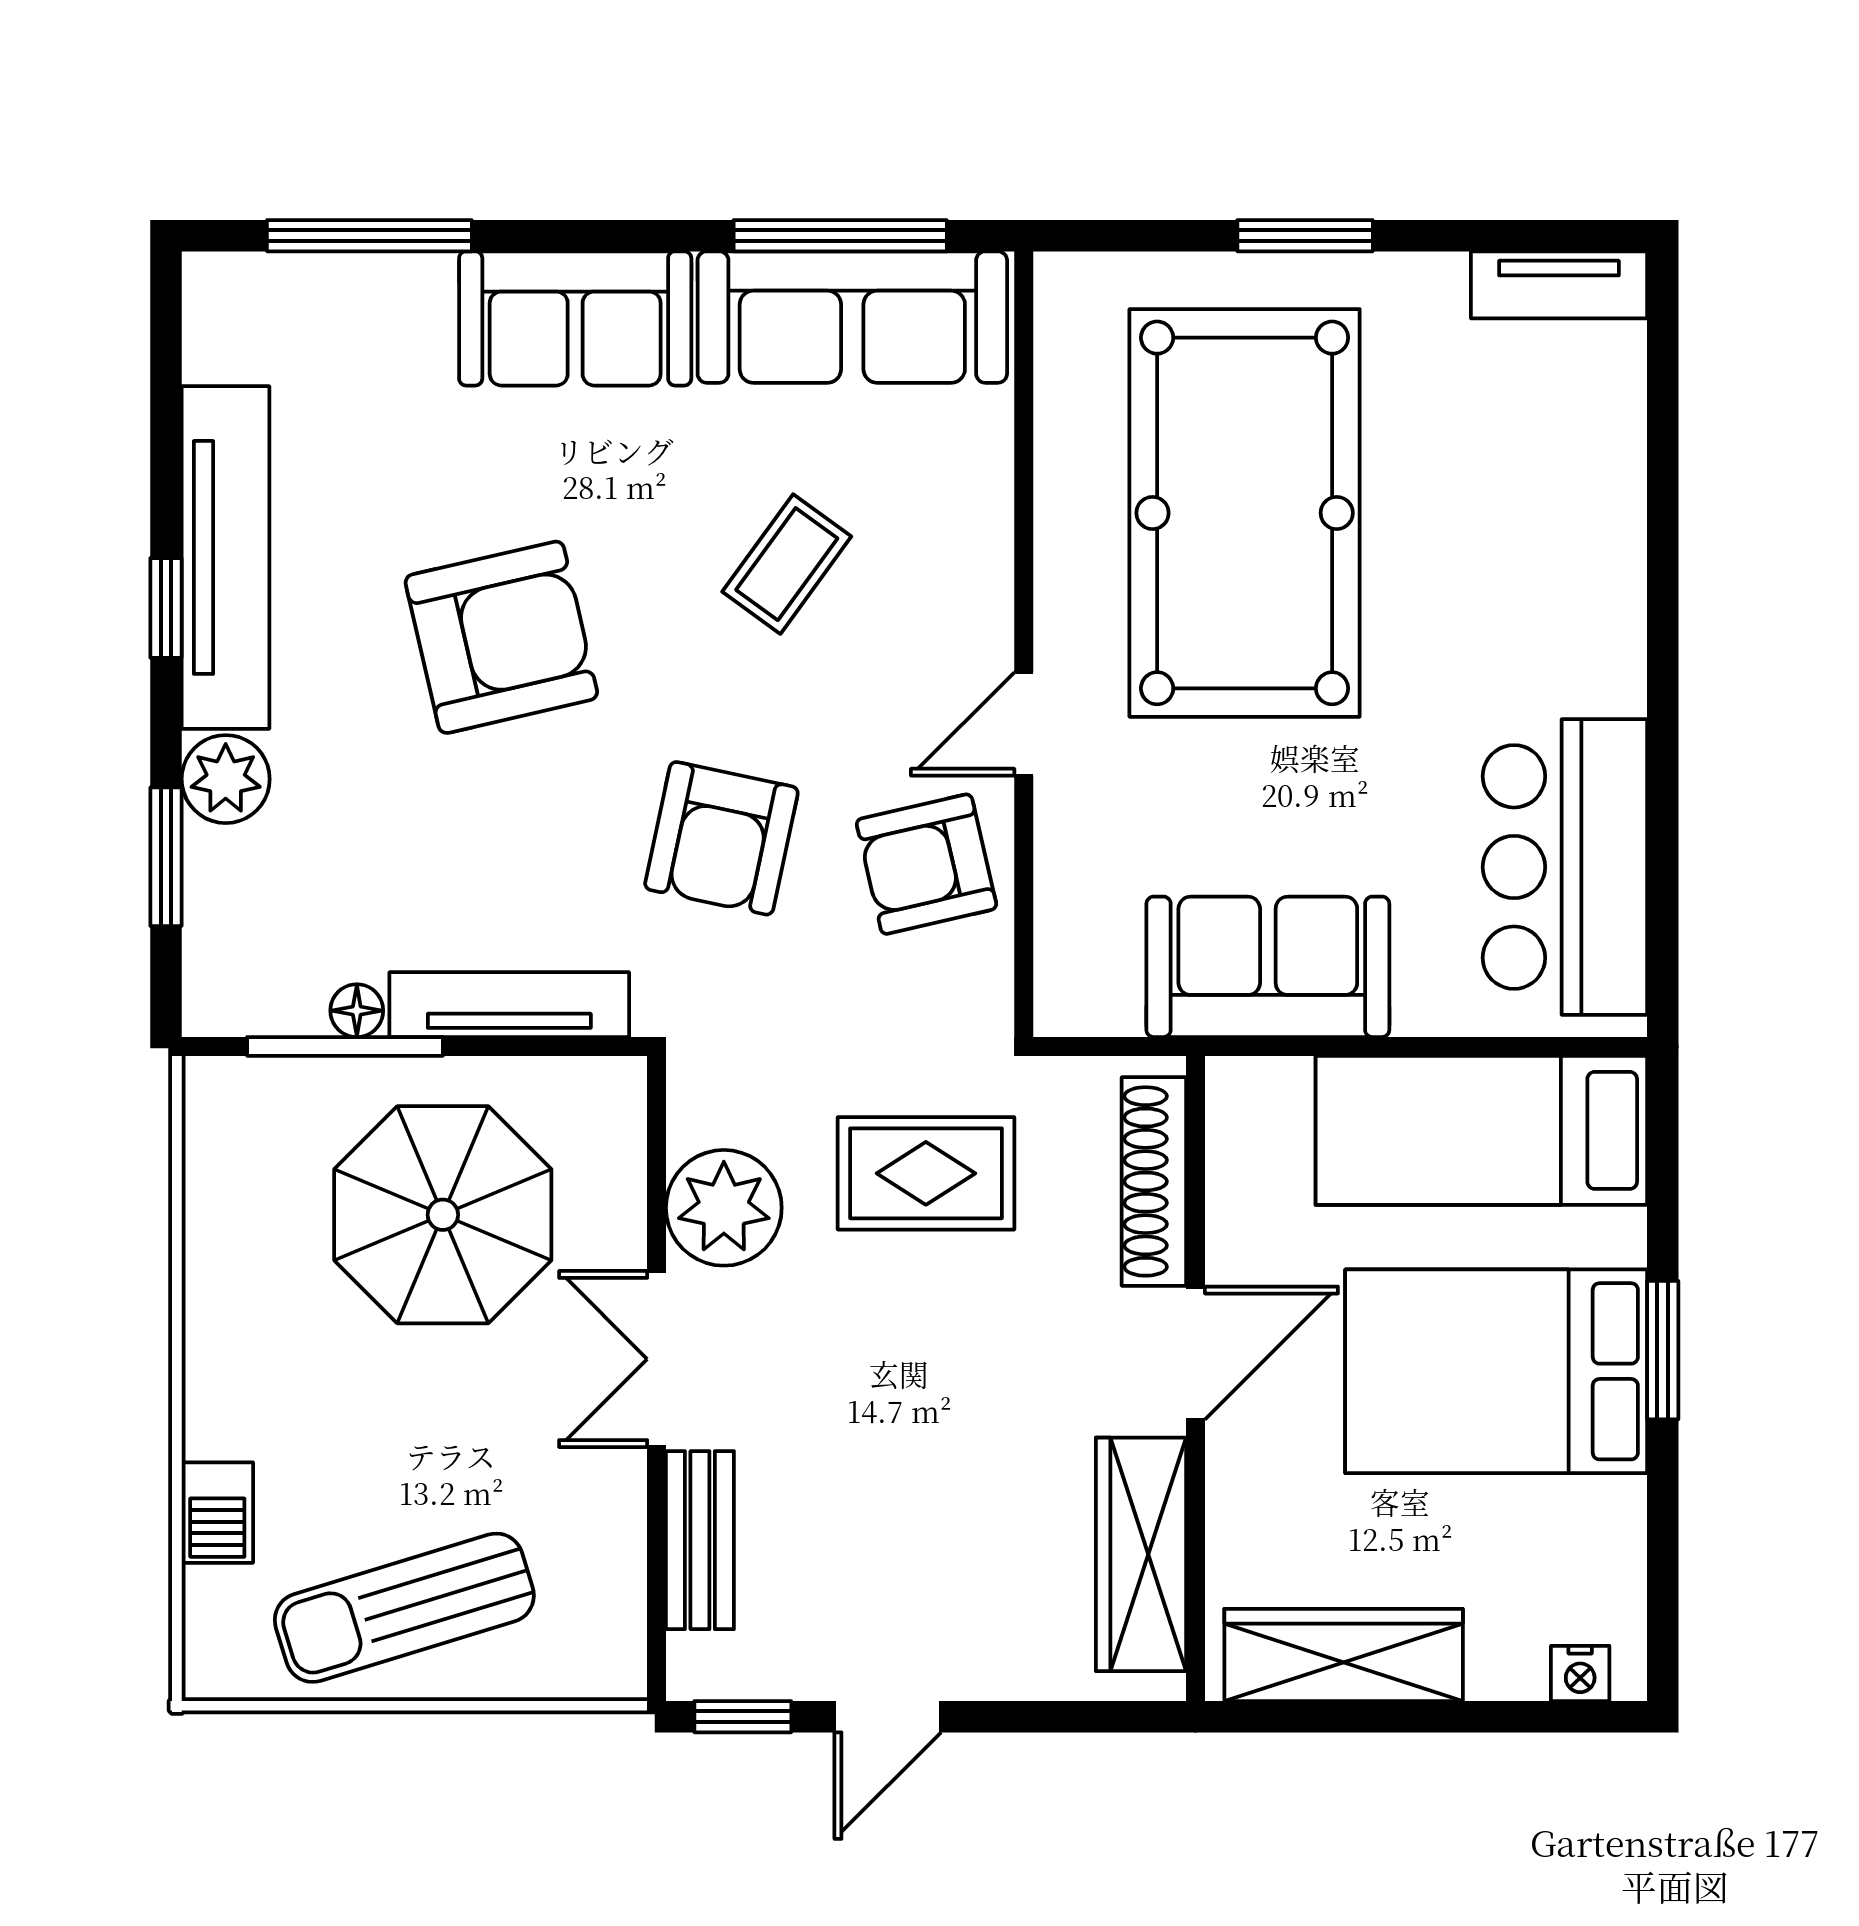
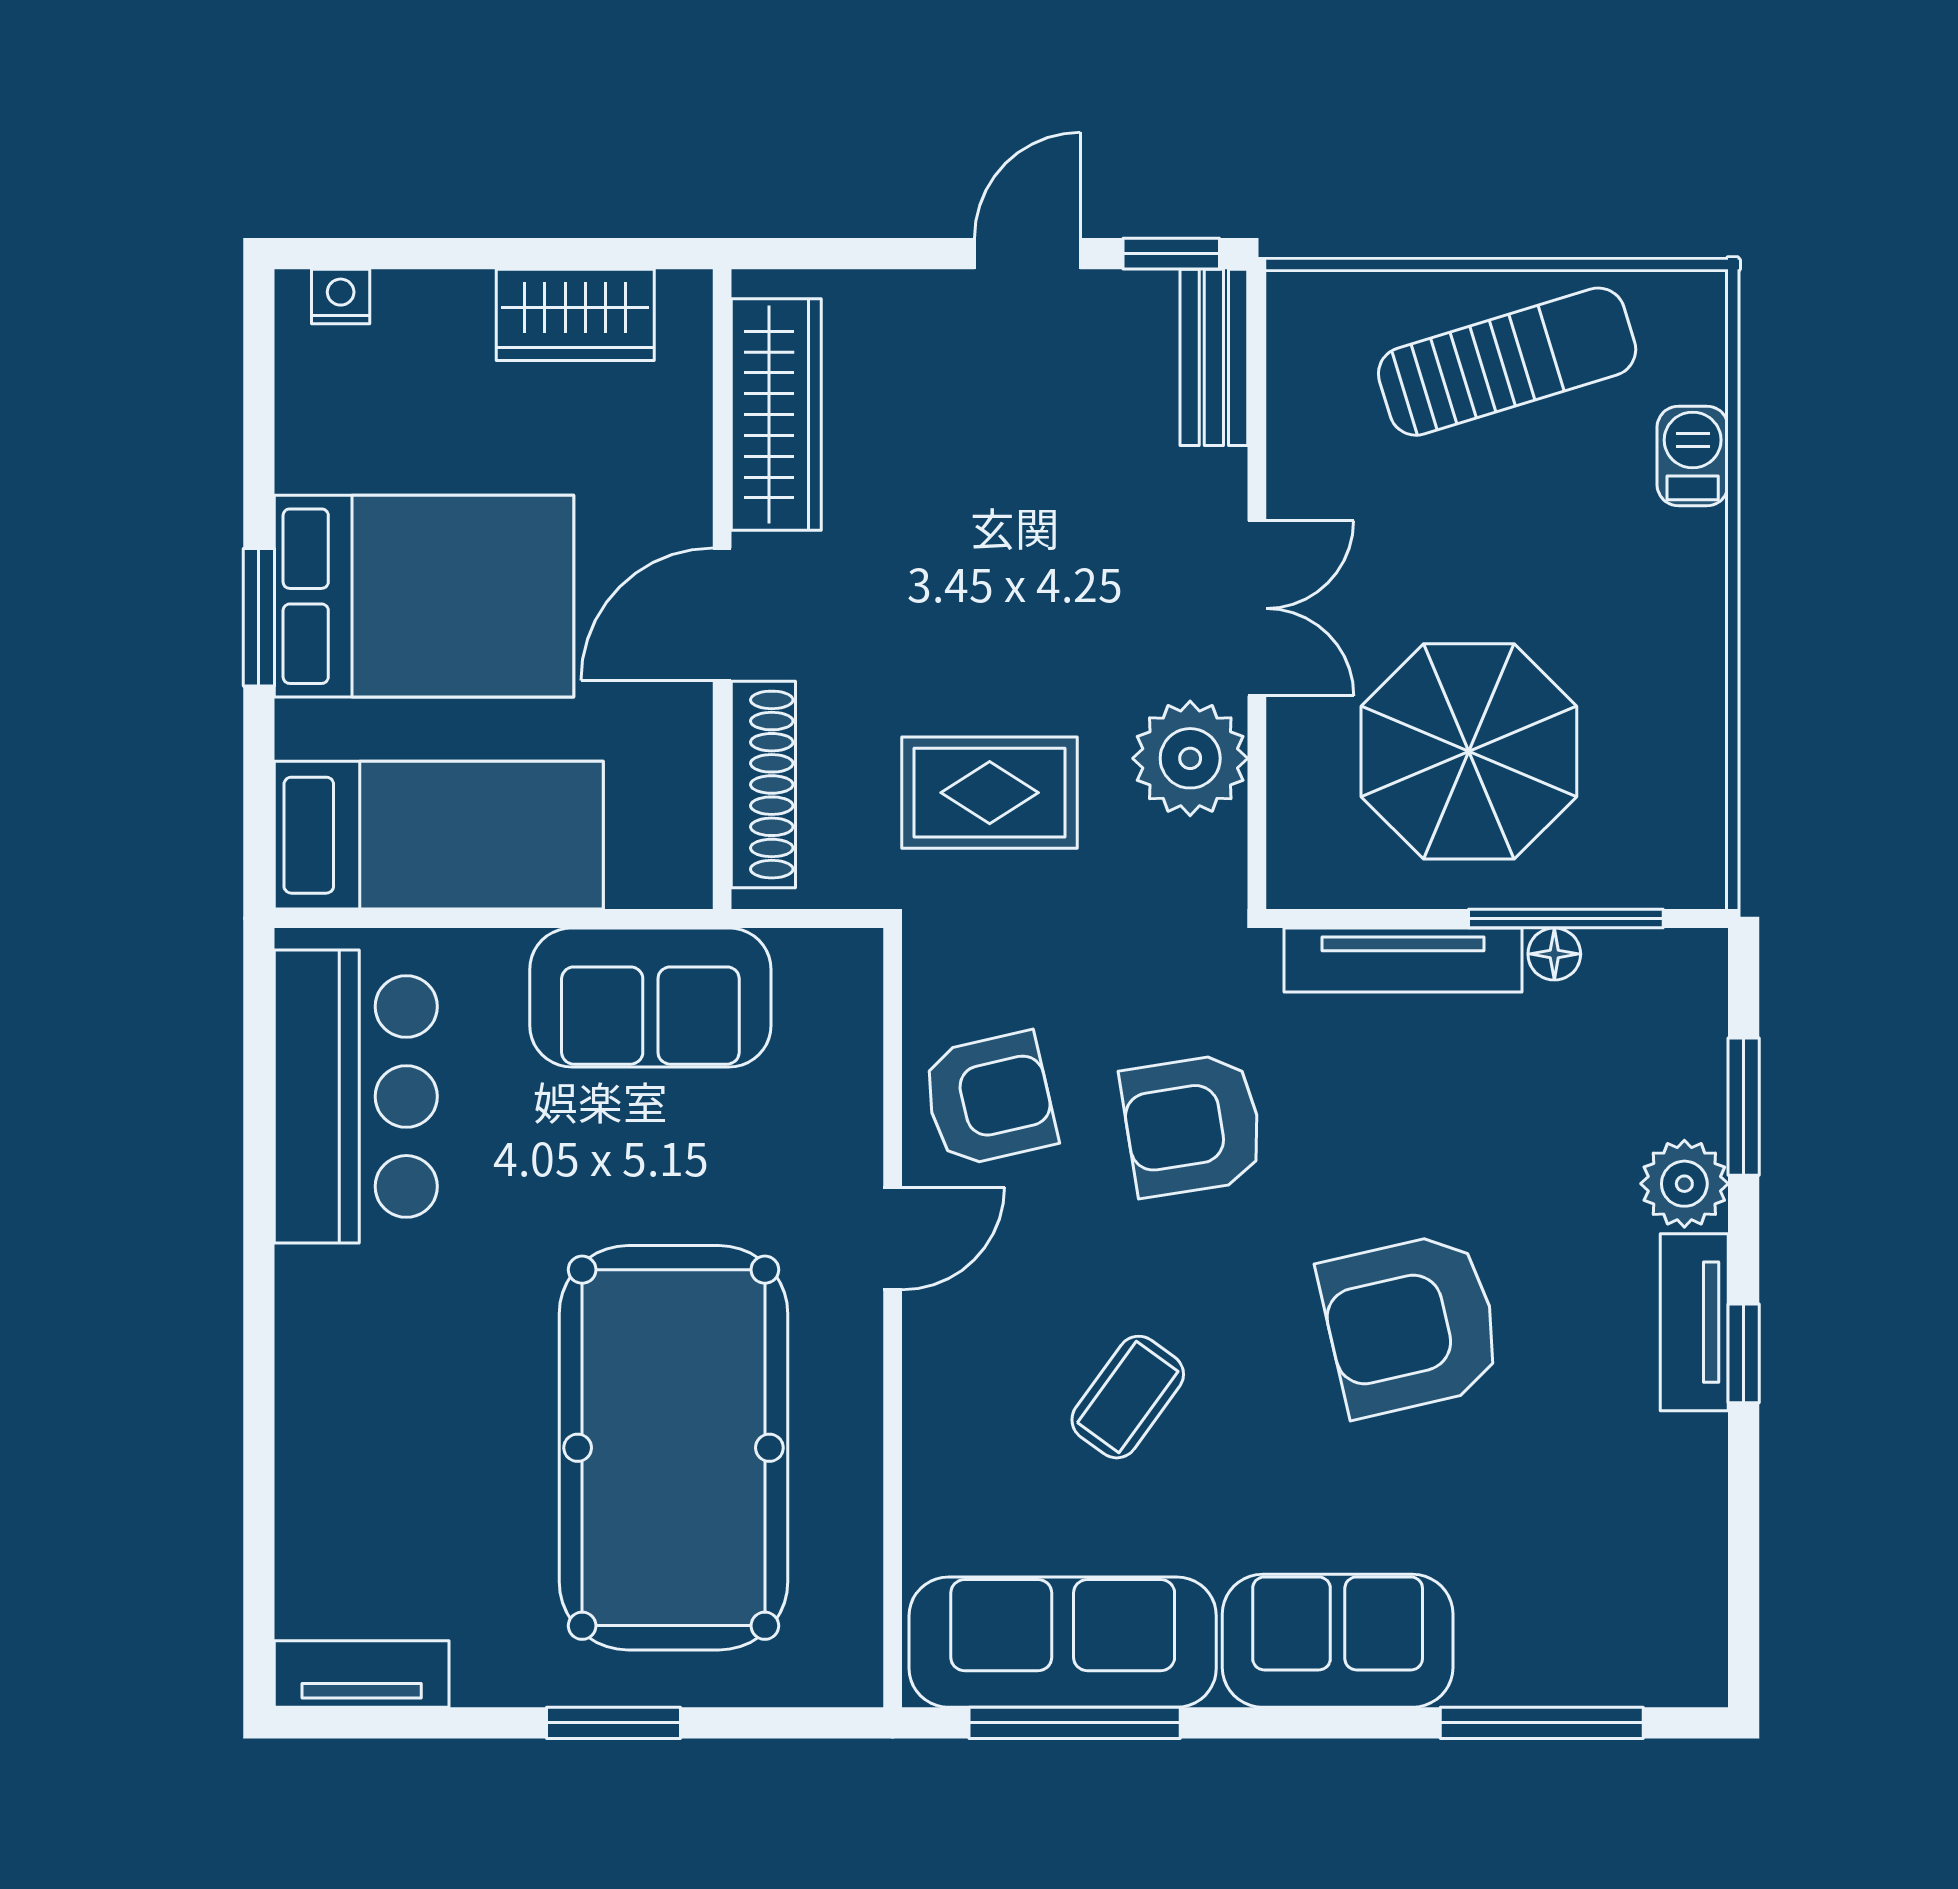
tv unit: (225, 557) -> (1694, 1322), width x0.52, depth x0.78
armchair: (721, 838) -> (1192, 1125), turned -111
bench: (700, 1540) -> (1214, 357), moved
wardrobe: (1344, 1655) -> (575, 315), width x0.67

